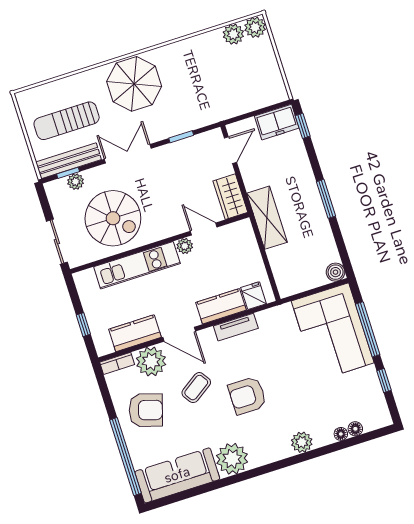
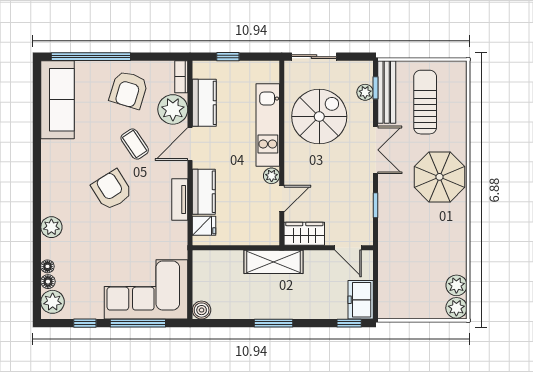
spiral stairs: (113, 218) -> (319, 117), turned 180
armchair: (247, 396) -> (112, 190), turned -32
plant: (232, 459) -> (53, 302), moved, width x0.73, depth x0.73

